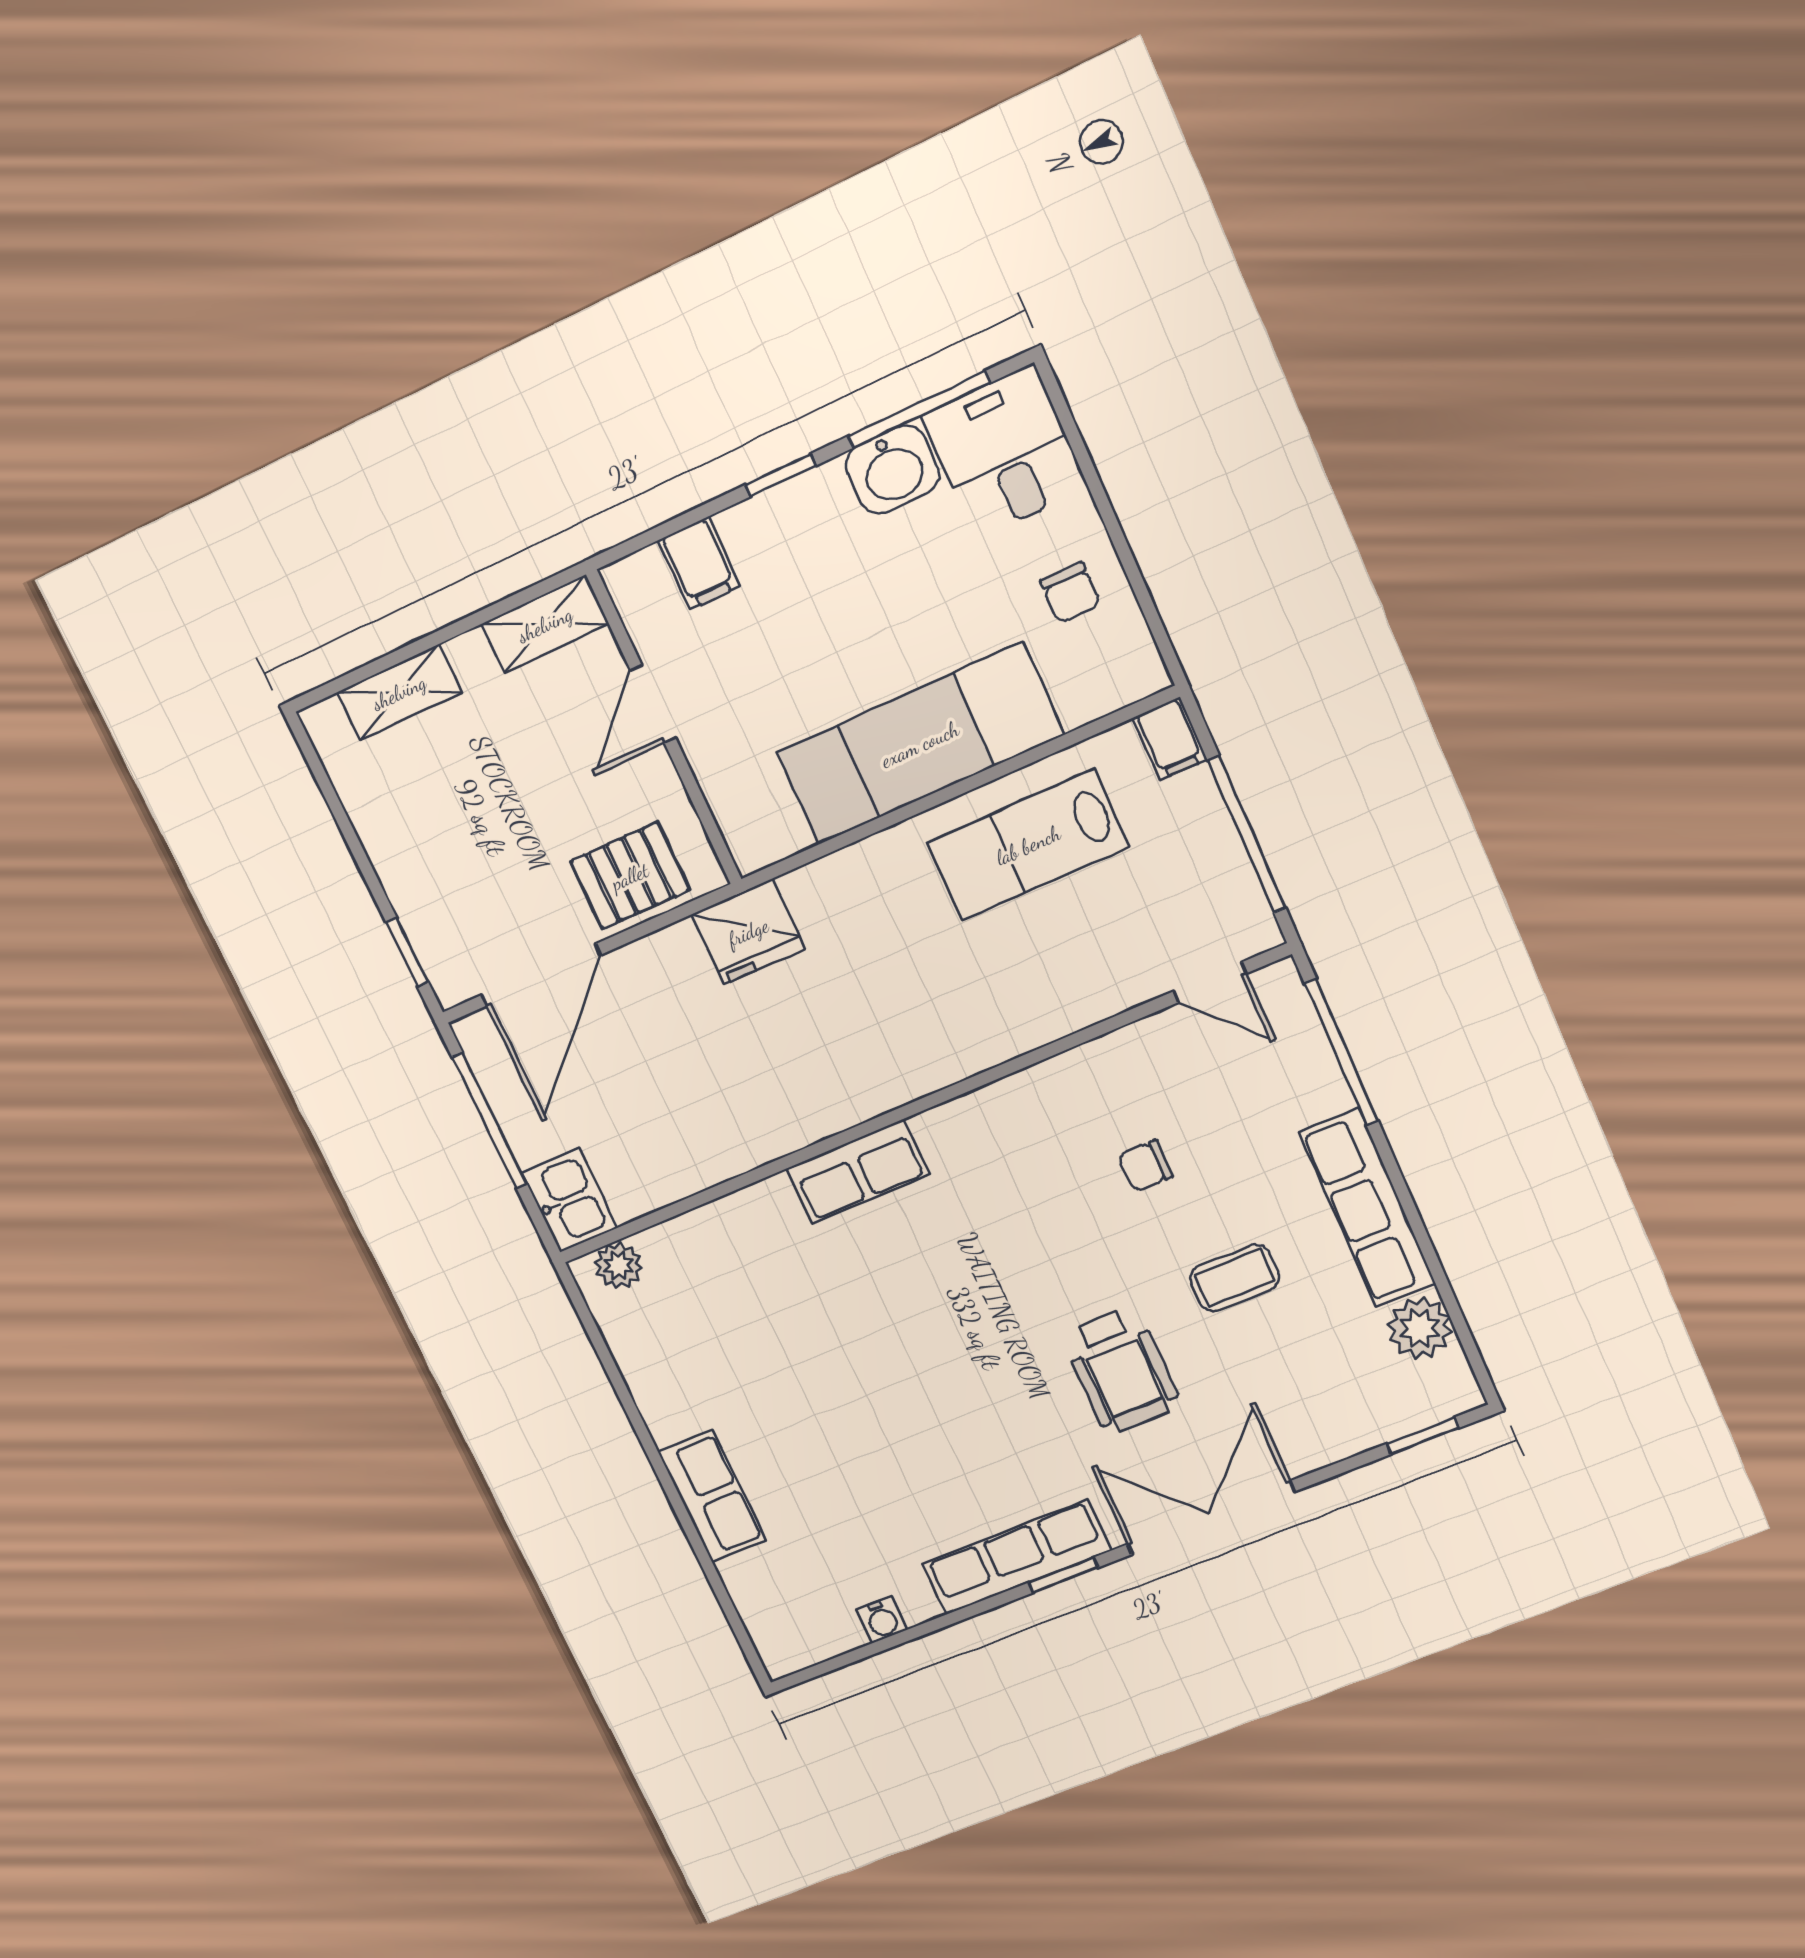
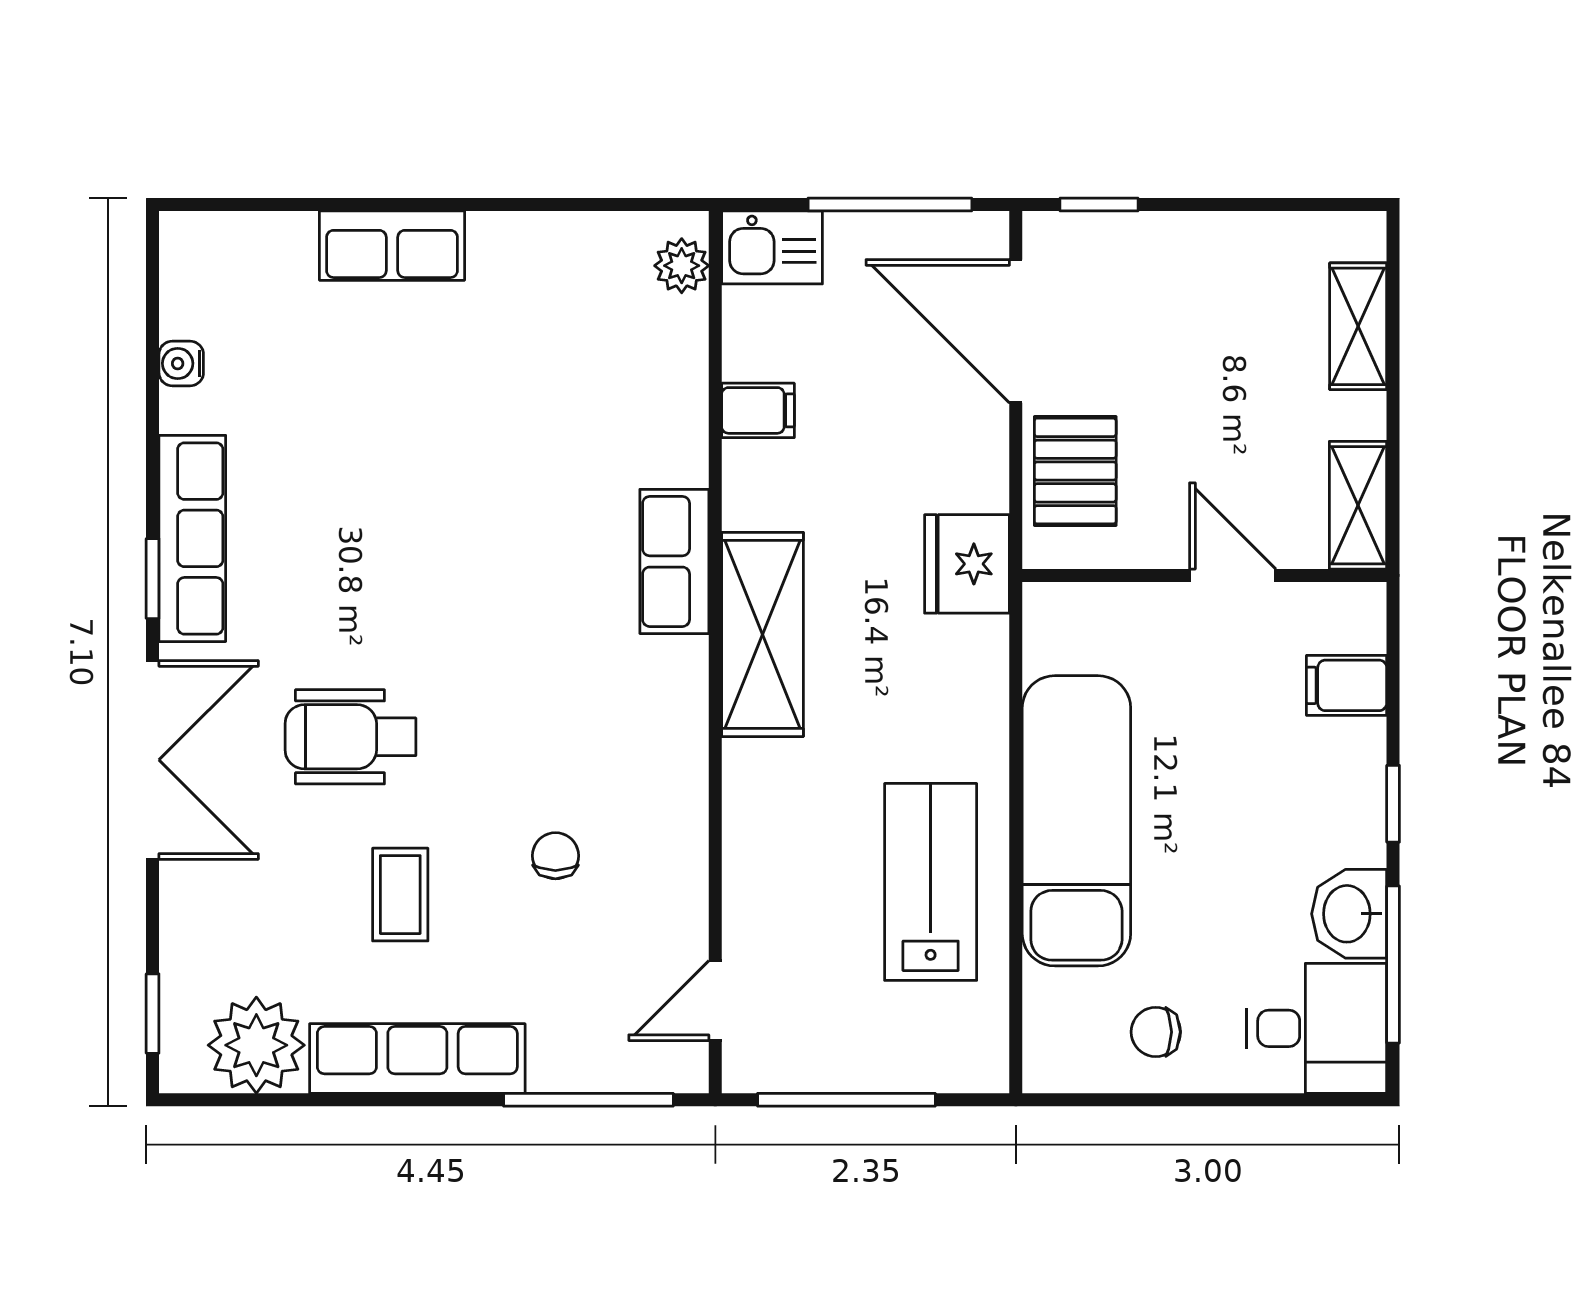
filing cabinet: (1170, 739) -> (758, 410), moved, turned 180
shelving: (884, 1075) -> (763, 634), added
plant: (1420, 1328) -> (256, 1045), width x1.36, depth x1.36

